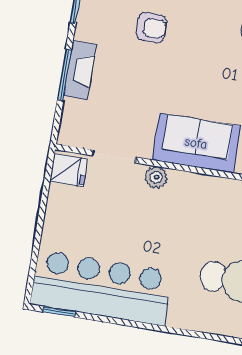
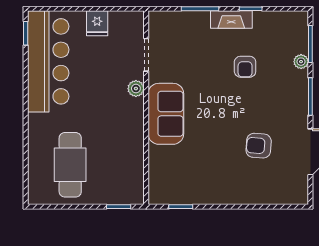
fireplace: (80, 70) -> (231, 20), moved
fridge: (69, 170) -> (97, 23), moved

